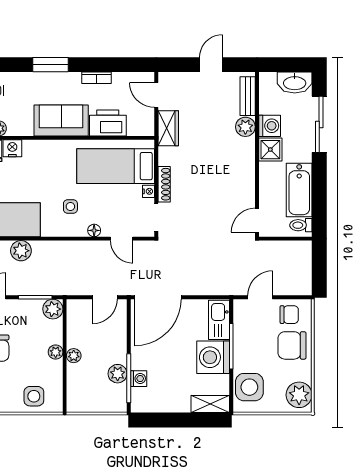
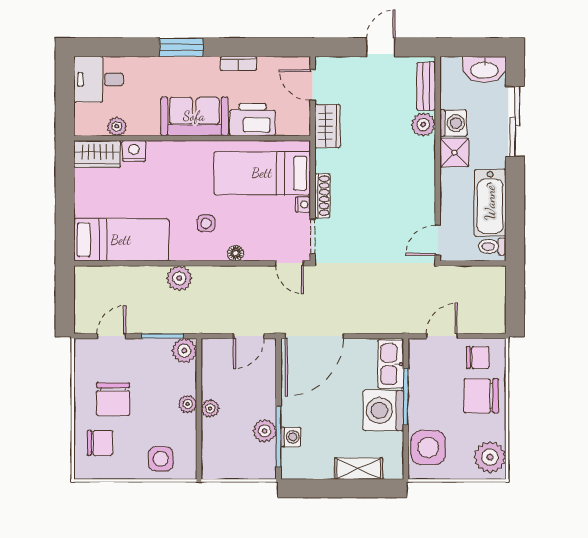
door: (122, 239) -> (289, 263), moved
plant: (21, 251) -> (179, 278), moved
shelving: (210, 404) -> (359, 469), moved

